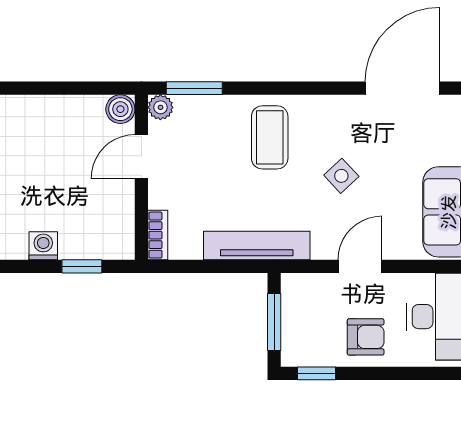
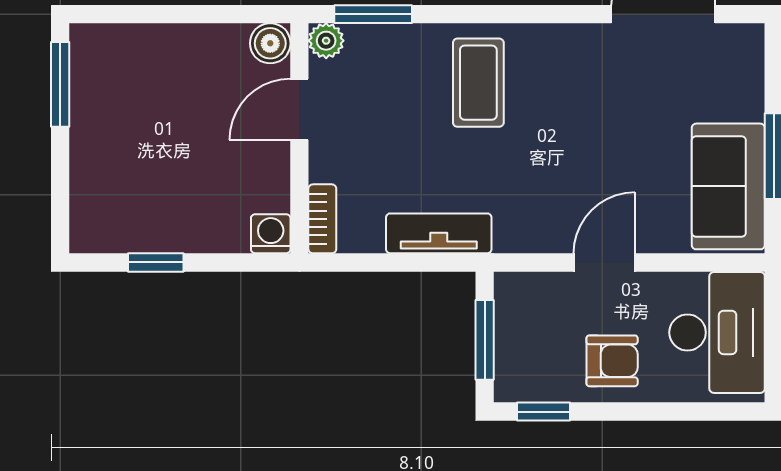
side table: (341, 176) -> (578, 136), removed
tv unit: (257, 245) -> (439, 233), width x0.71
washing machine: (43, 246) -> (271, 234), moved
window: (82, 266) -> (156, 262), moved

